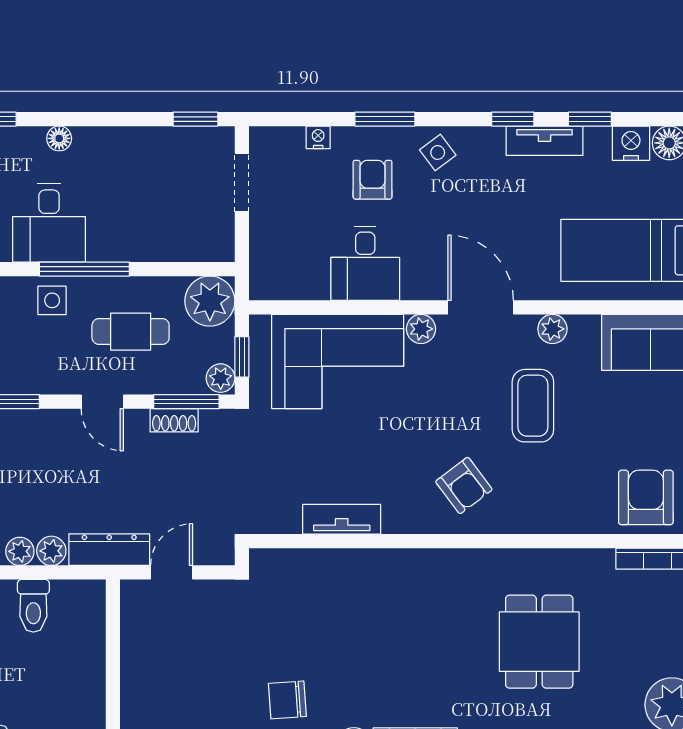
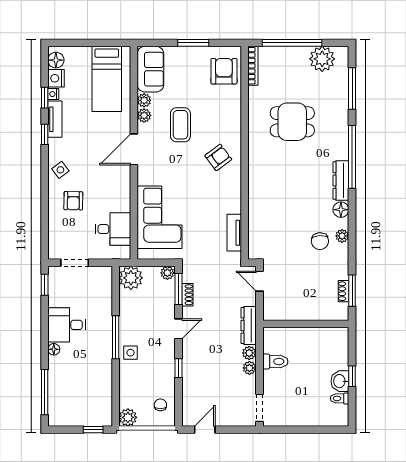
window: (385, 119) -> (45, 195), removed
nightstand: (318, 137) -> (53, 94), moved
armchair: (373, 180) -> (73, 201), turned -89
desk: (49, 223) -> (66, 325), moved, turned 180
desk: (365, 263) -> (113, 229), moved
plant: (421, 329) -> (144, 100), moved
cafe table: (131, 332) -> (145, 315), removed
window: (242, 357) -> (157, 263), removed
coffee table: (533, 406) -> (180, 125), turned 90
armchair: (646, 497) -> (224, 71), turned 90
tv unit: (342, 519) -> (234, 233), moved
door: (172, 572) -> (259, 281), moved

